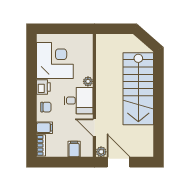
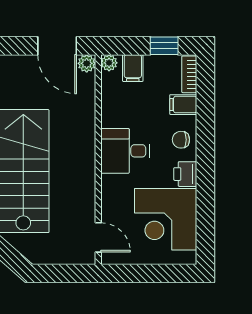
plant: (88, 81) -> (109, 63), moved
door: (94, 127) -> (98, 237), moved
window: (56, 162) -> (164, 46), added

